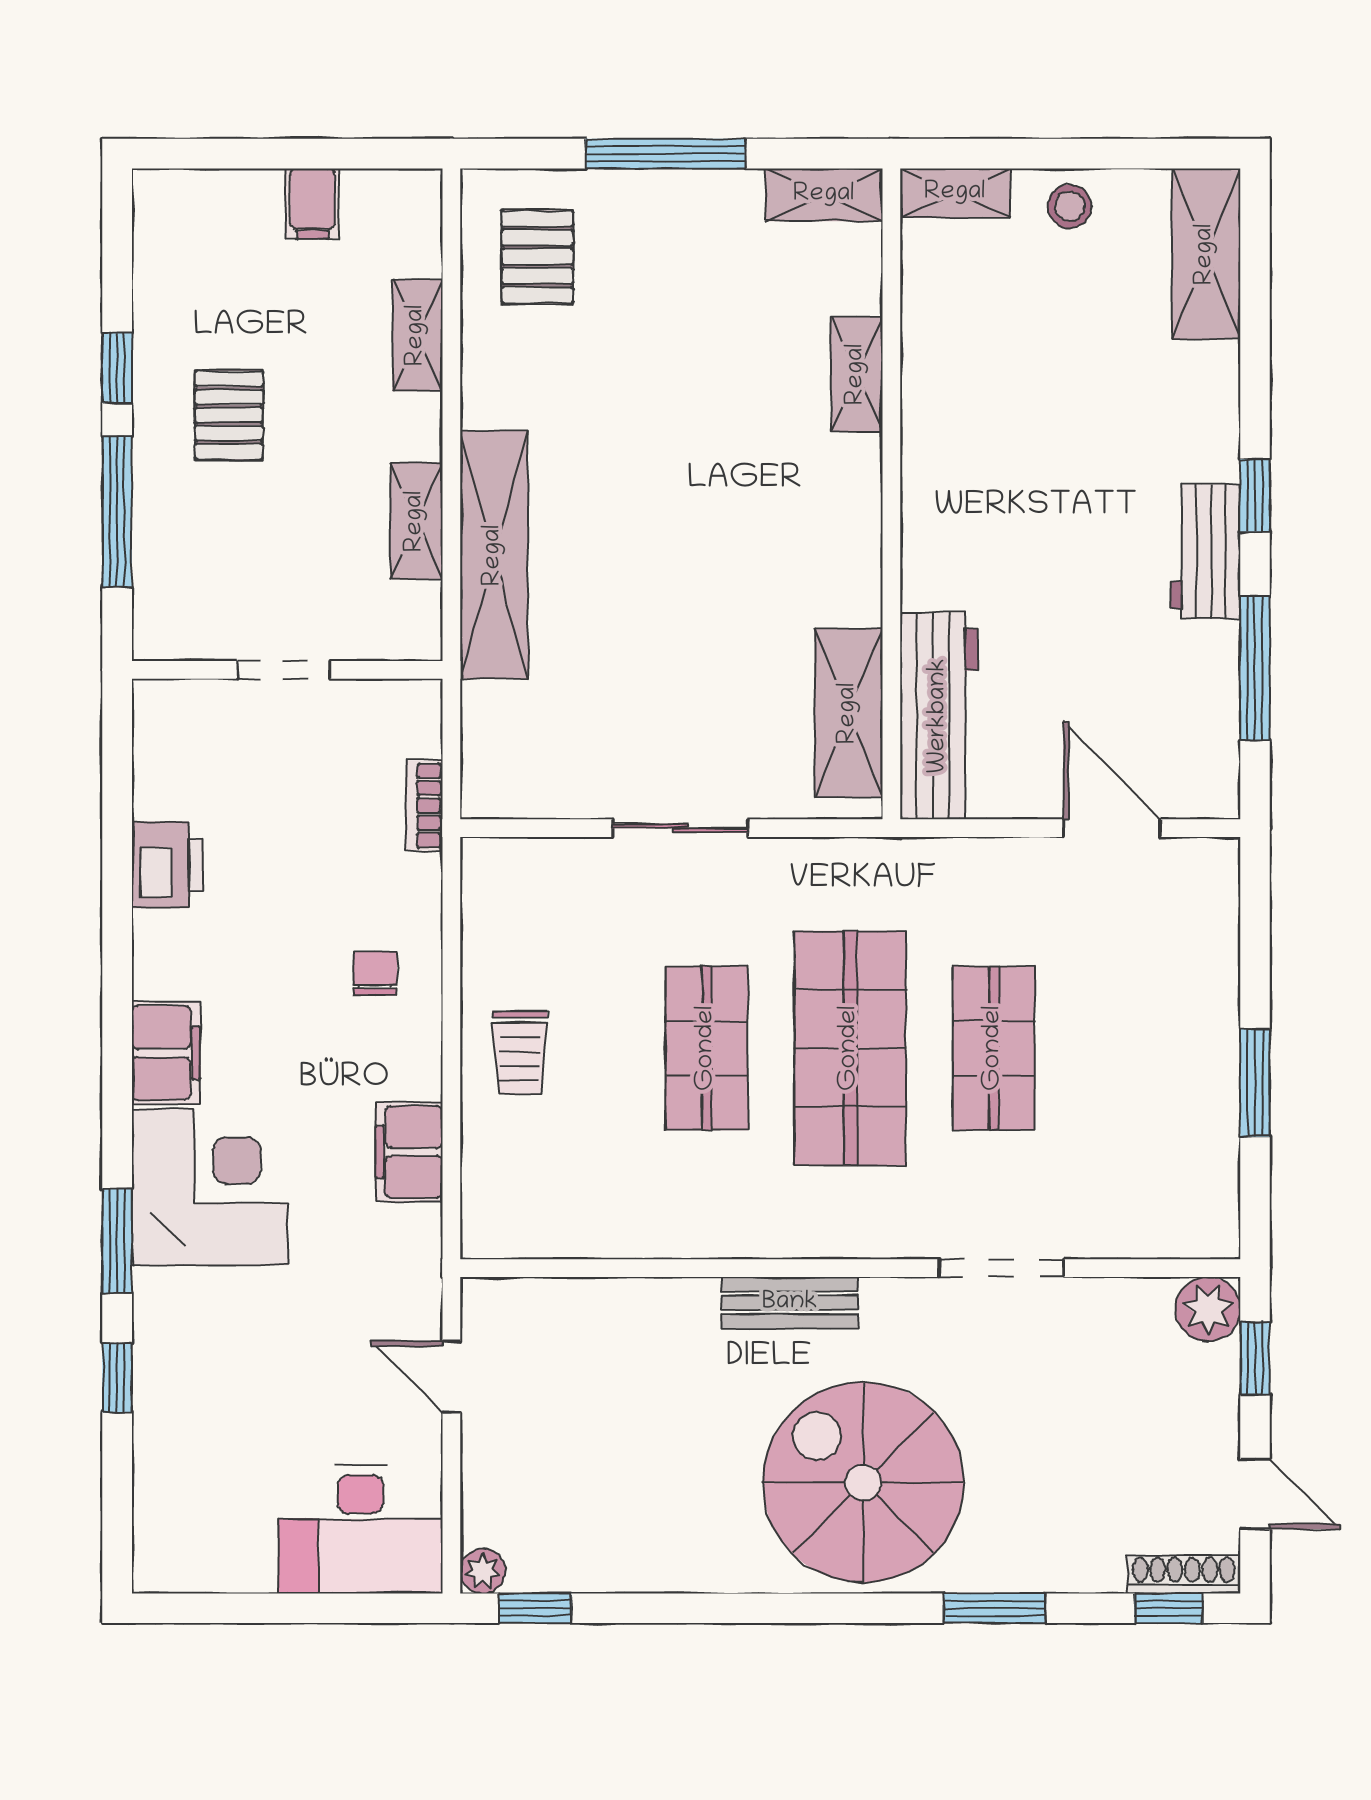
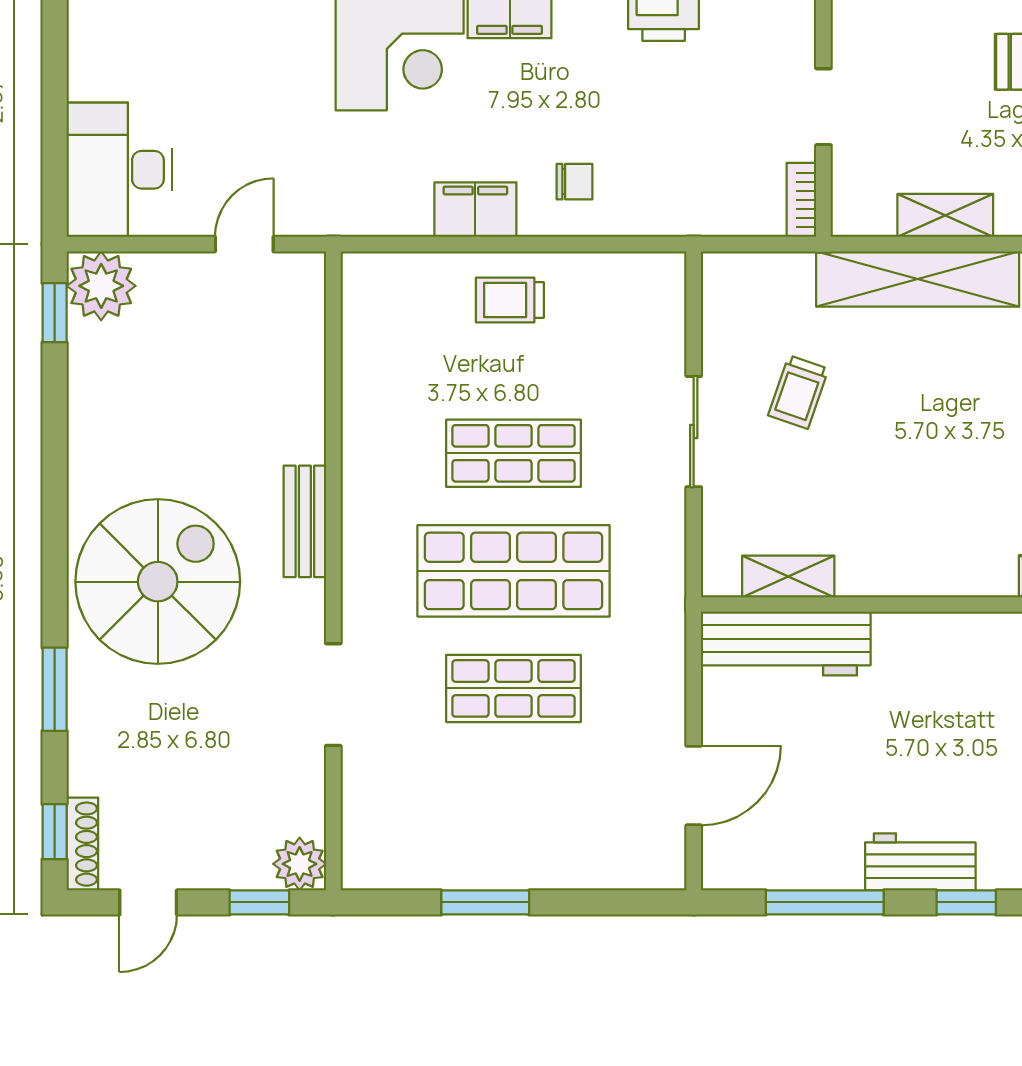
trolley: (632, 701) -> (798, 392), added
shelving: (849, 713) -> (788, 577), width x0.67, depth x0.75
bookcase: (425, 805) -> (801, 200), moved, turned -90
filing cabinet: (409, 1152) -> (475, 210), moved
plant: (483, 1571) -> (101, 286), width x1.87, depth x1.87

